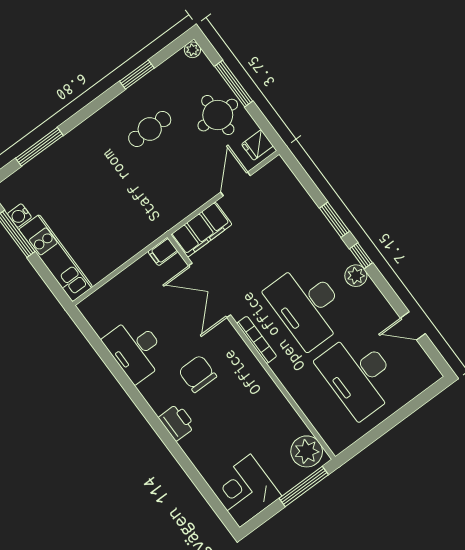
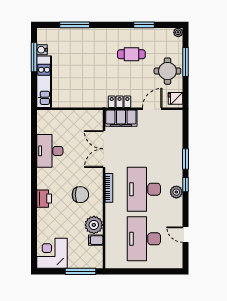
locker: (182, 208) -> (119, 102), added
filing cabinet: (163, 252) -> (96, 240), moved
chair: (198, 374) -> (80, 195), moved, turned 90
plant: (307, 451) -> (94, 225), moved

